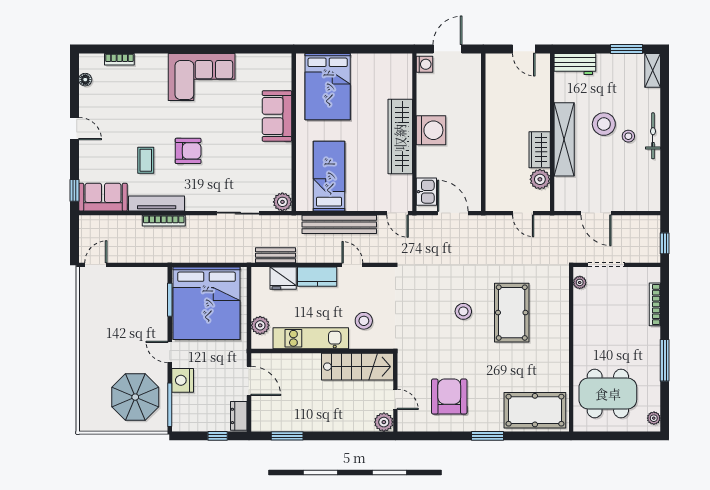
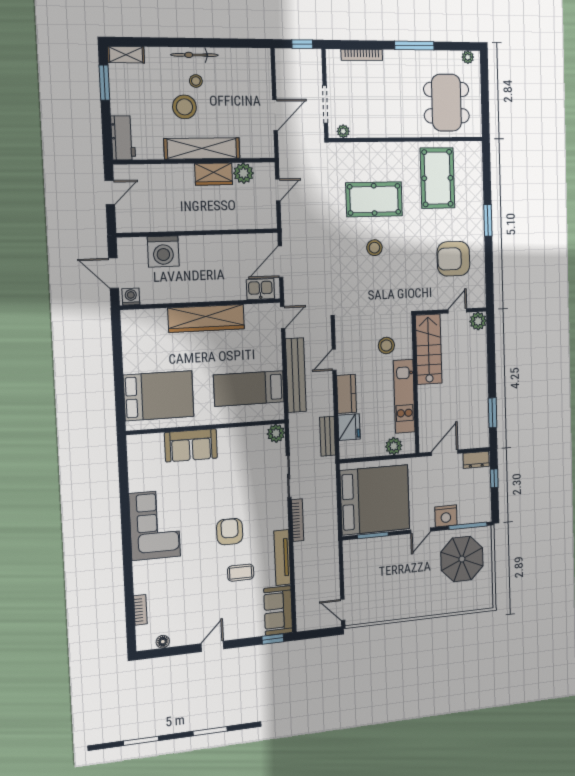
washing machine: (431, 130) -> (163, 251), moved, turned 180
bookcase: (164, 221) -> (298, 520), moved
pool table: (535, 410) -> (437, 178), moved

